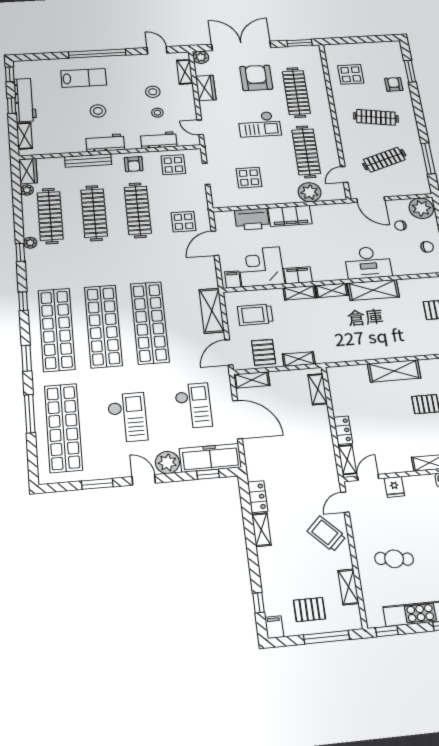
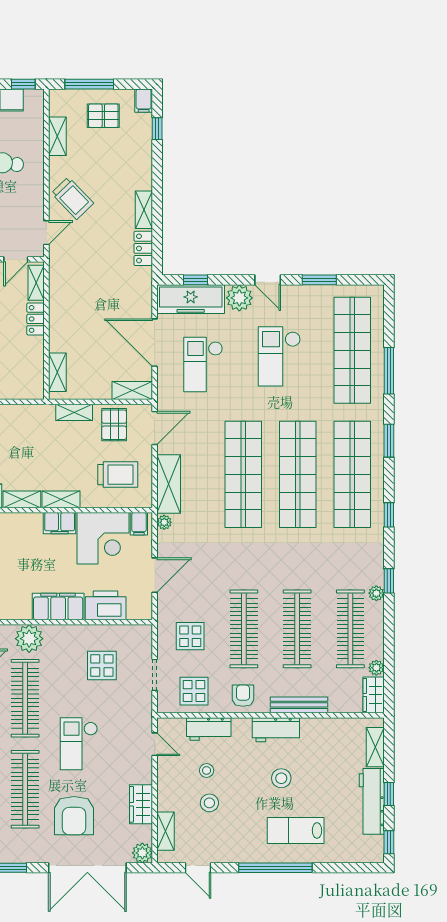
checkout: (259, 124) -> (79, 744), turned -90
display table: (184, 222) -> (190, 636), moved
plant: (212, 282) -> (164, 522), added

